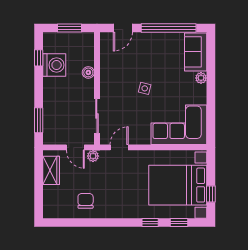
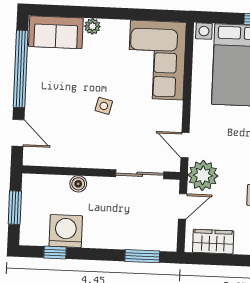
plant: (93, 156) -> (203, 175), width x1.87, depth x1.87

